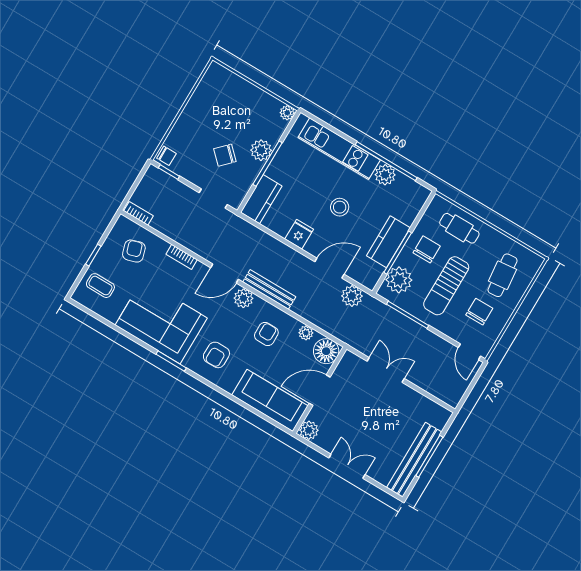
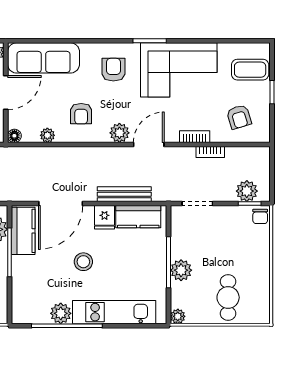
cafe table: (235, 103) -> (228, 297), added
chair: (225, 155) -> (210, 247), removed
chair: (166, 156) -> (260, 216), turned -90
kitchen counter: (261, 199) -> (138, 217), moved, turned -90
bookcase: (138, 213) -> (210, 152), moved
kitchen counter: (388, 242) -> (23, 231), moved
door: (329, 268) -> (61, 204), width x1.36
coffee table: (100, 286) -> (250, 70), width x1.36, depth x1.30
bench: (269, 289) -> (124, 194), moved
plant: (352, 296) -> (247, 191), moved
floor lamp: (326, 351) -> (14, 136), width x0.53, depth x0.53

